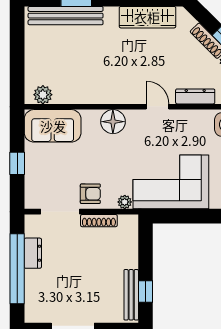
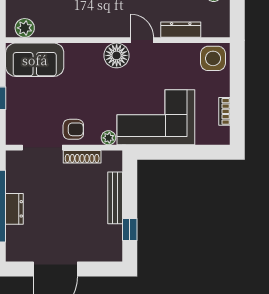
floor lamp: (113, 122) -> (117, 55), moved
dresser: (33, 253) -> (14, 209), moved
bench: (131, 295) -> (115, 198), moved

